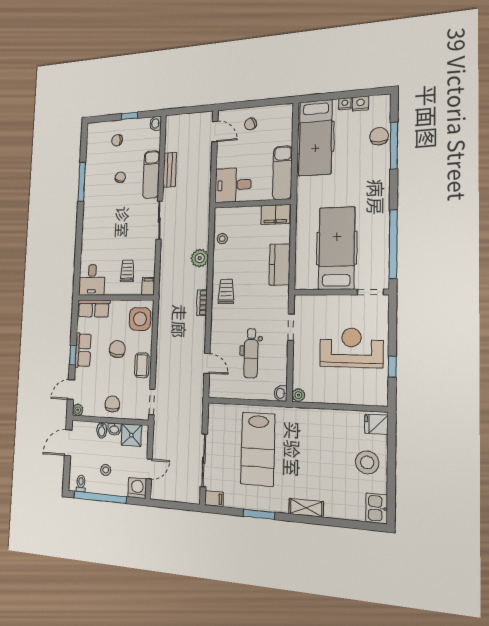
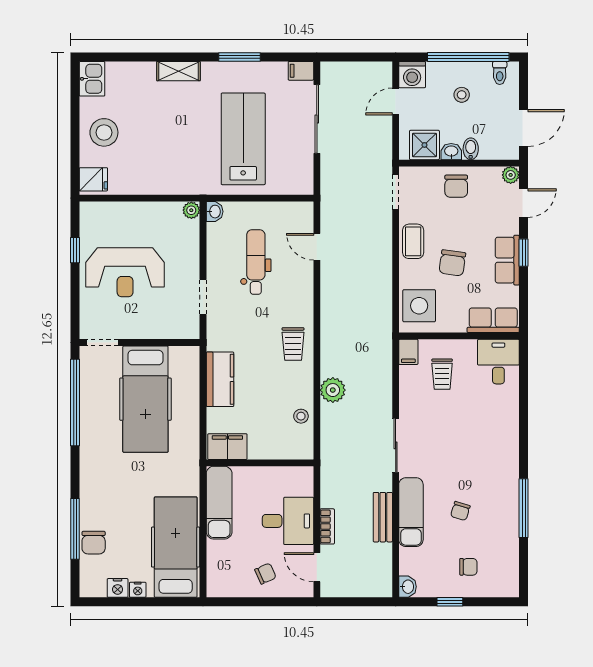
desk: (233, 185) -> (288, 521), moved
bookcase: (202, 303) -> (327, 526), moved

